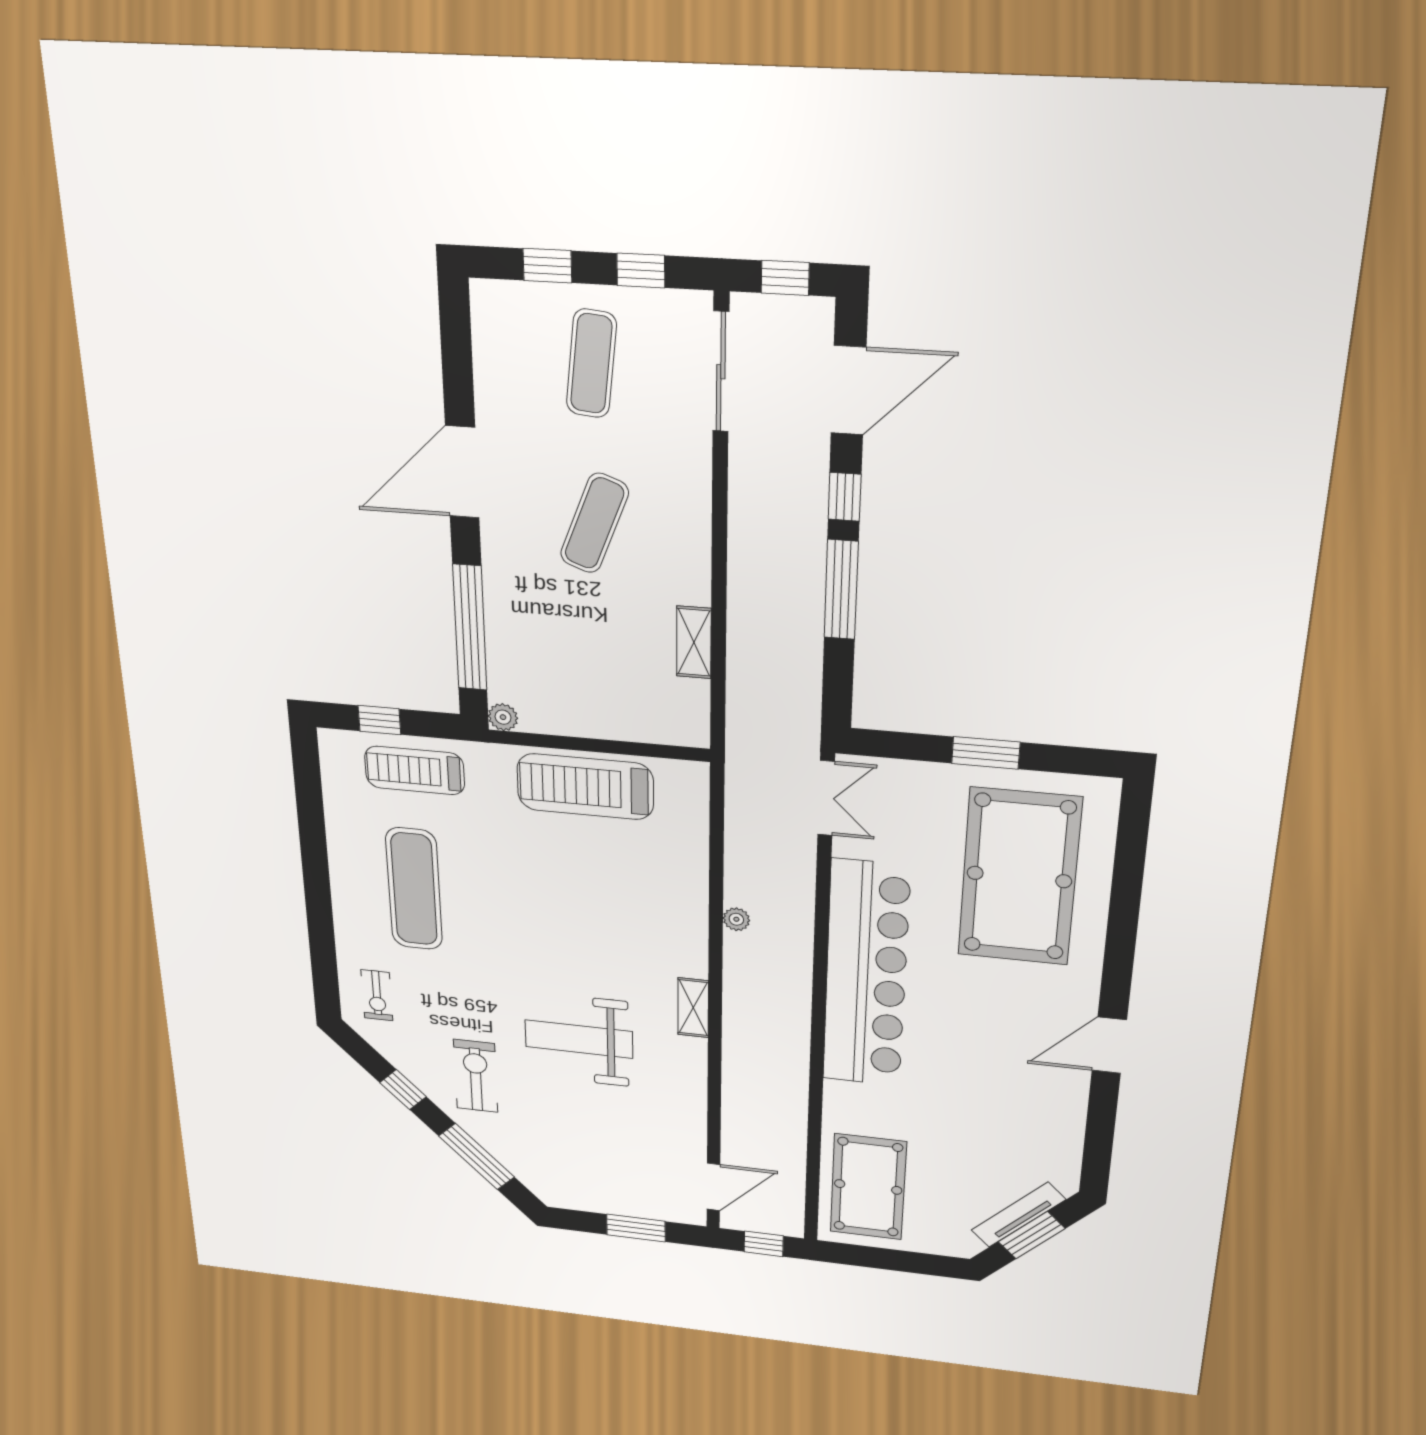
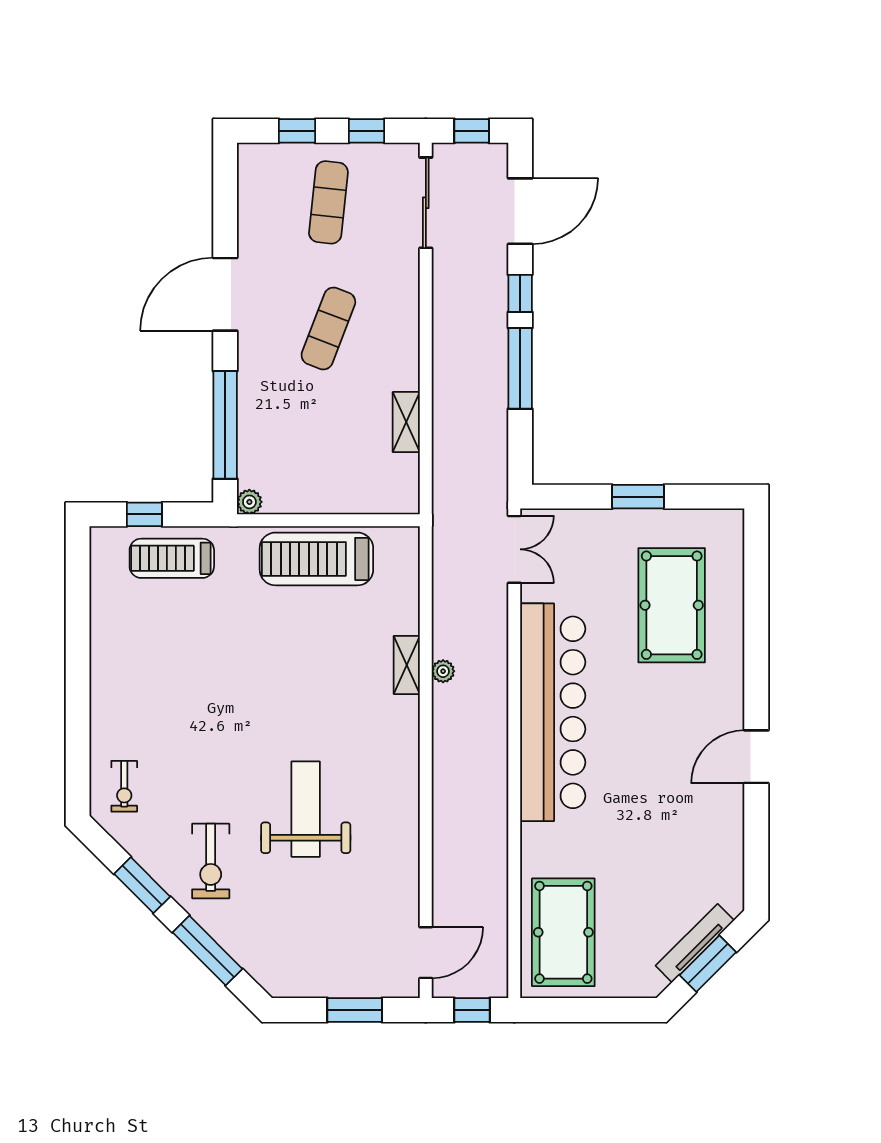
pool table: (1019, 877) -> (672, 605), width x0.73, depth x0.76
exercise mat: (414, 889) -> (165, 673), removed
shelving: (693, 1008) -> (407, 665), moved
weight bench: (579, 1039) -> (306, 809), turned 90
exercise bike: (476, 1076) -> (211, 861), turned 180
window: (403, 1090) -> (142, 885), width x1.50

